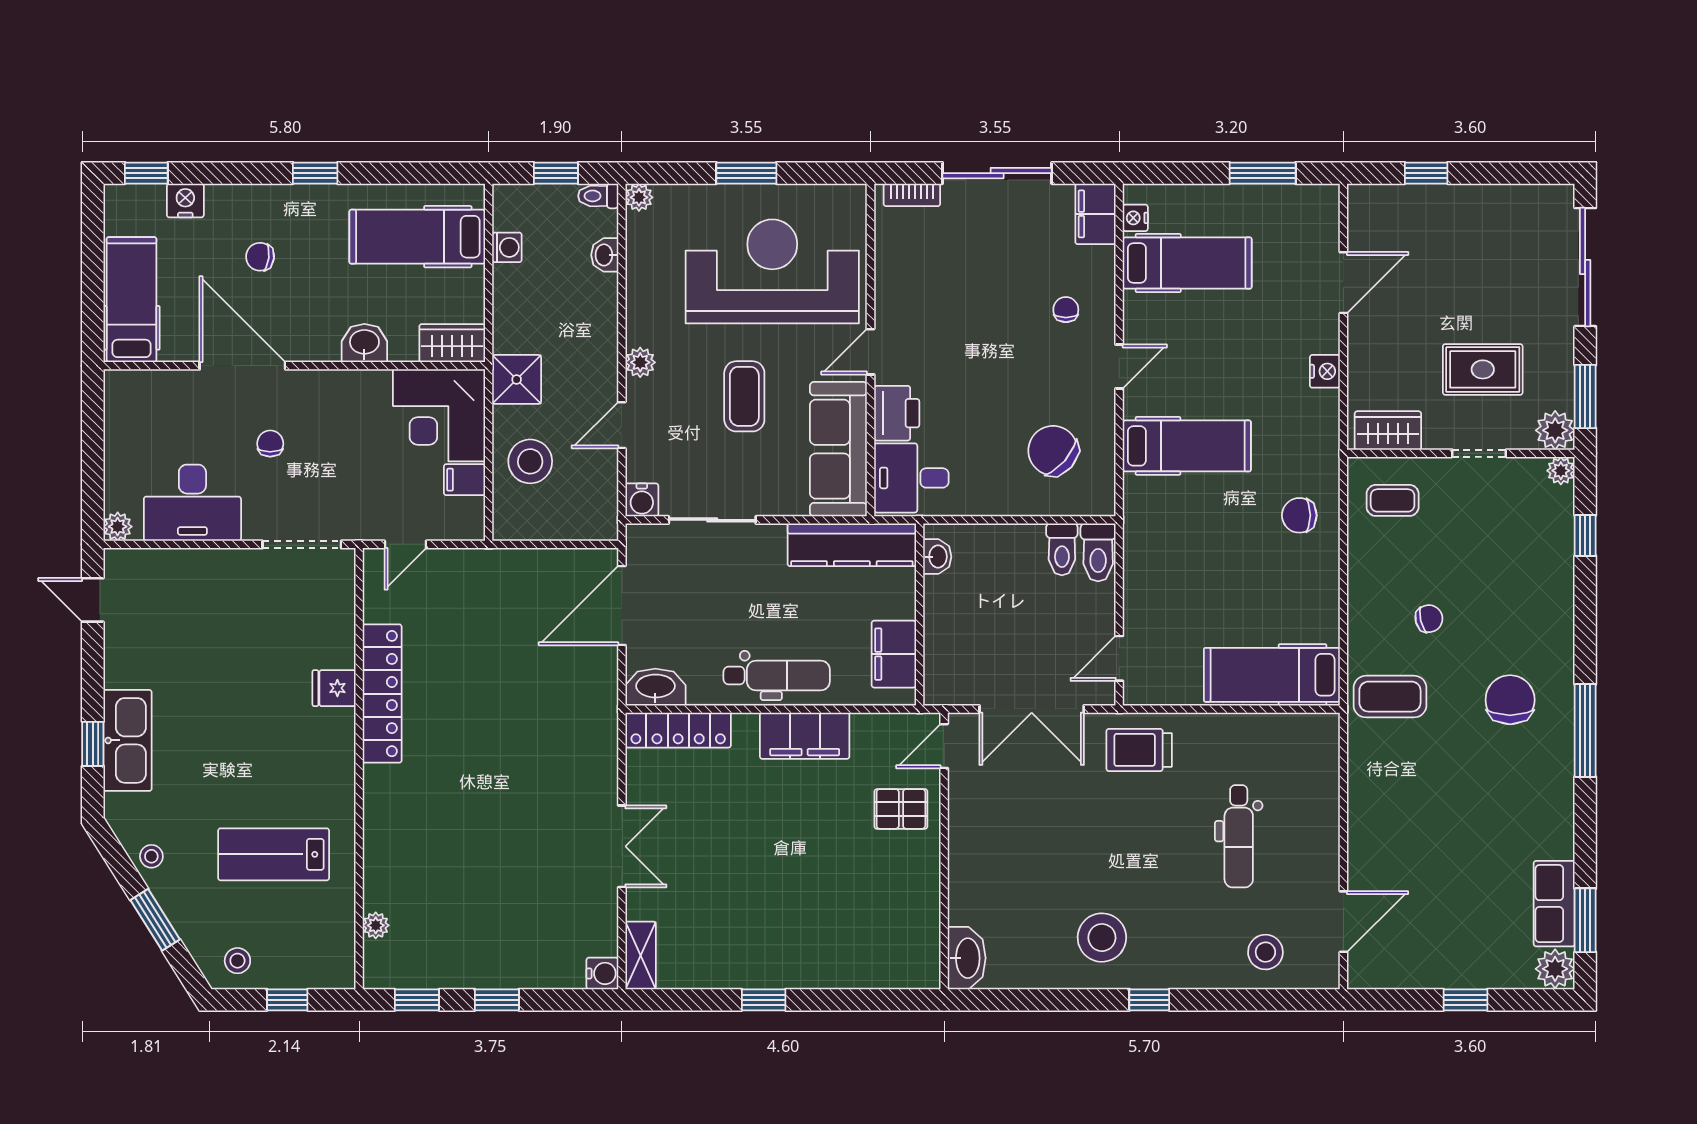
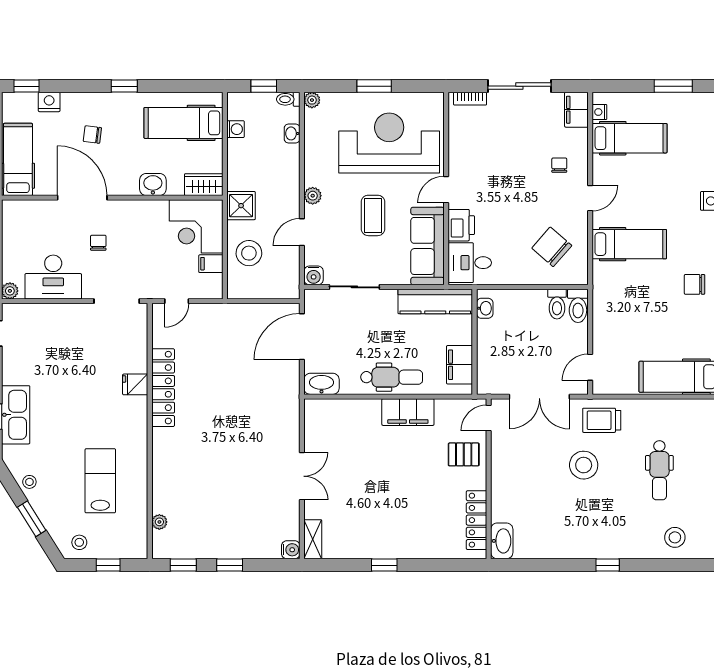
locker: (678, 730) -> (477, 520), moved, turned 90
lab bench: (274, 854) -> (100, 481), turned 90
stool: (1102, 938) -> (584, 465), moved

